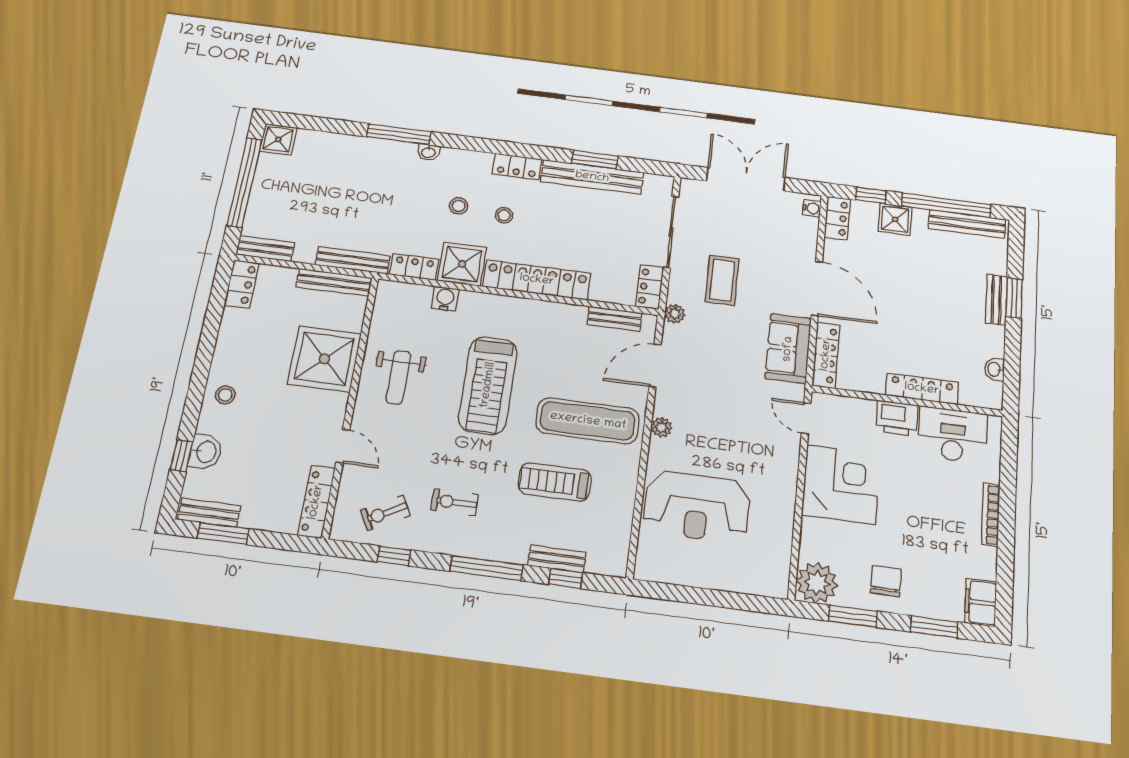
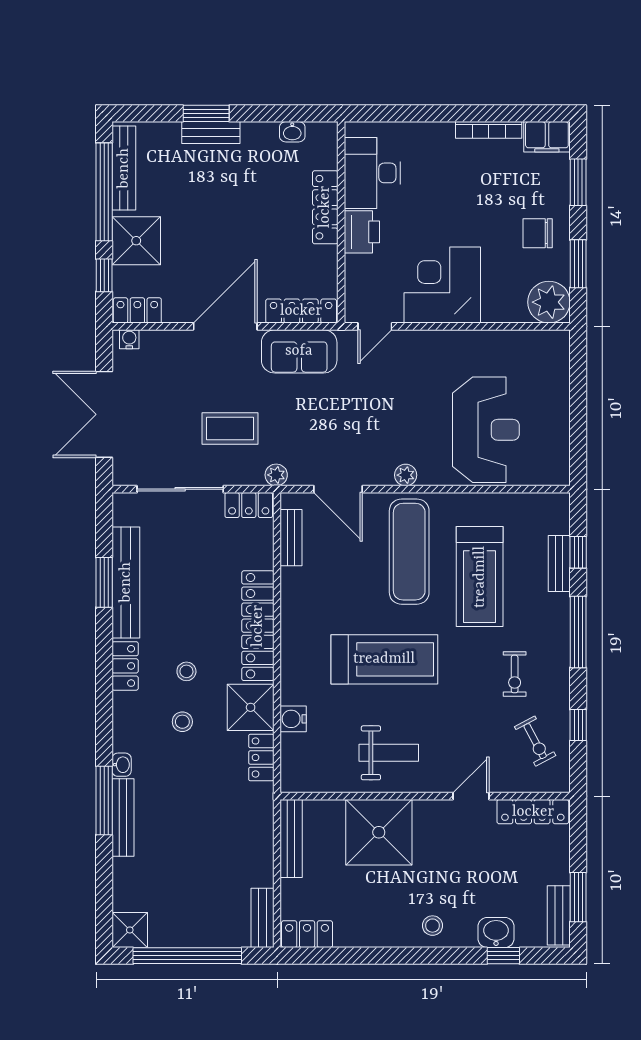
shower: (895, 219) -> (136, 241), width x1.36, depth x1.36
bench: (353, 260) -> (123, 817), moved
treadmill: (555, 482) -> (480, 577), width x1.37, depth x1.38
bookcase: (991, 515) -> (489, 130), moved

